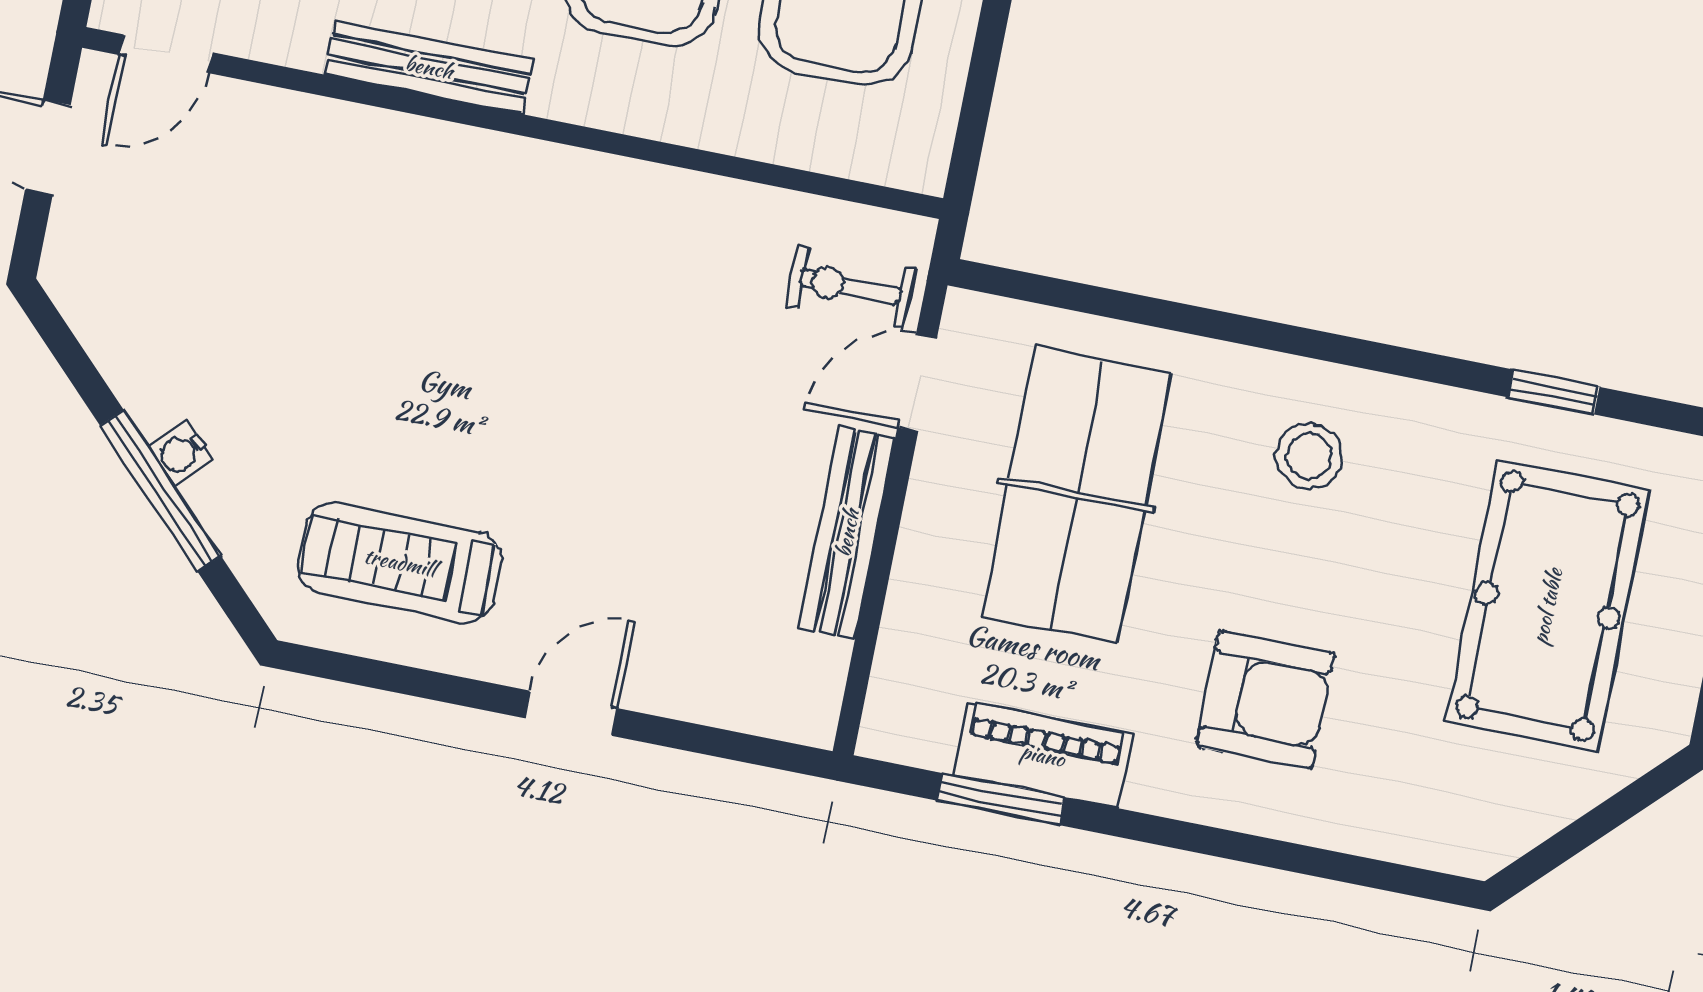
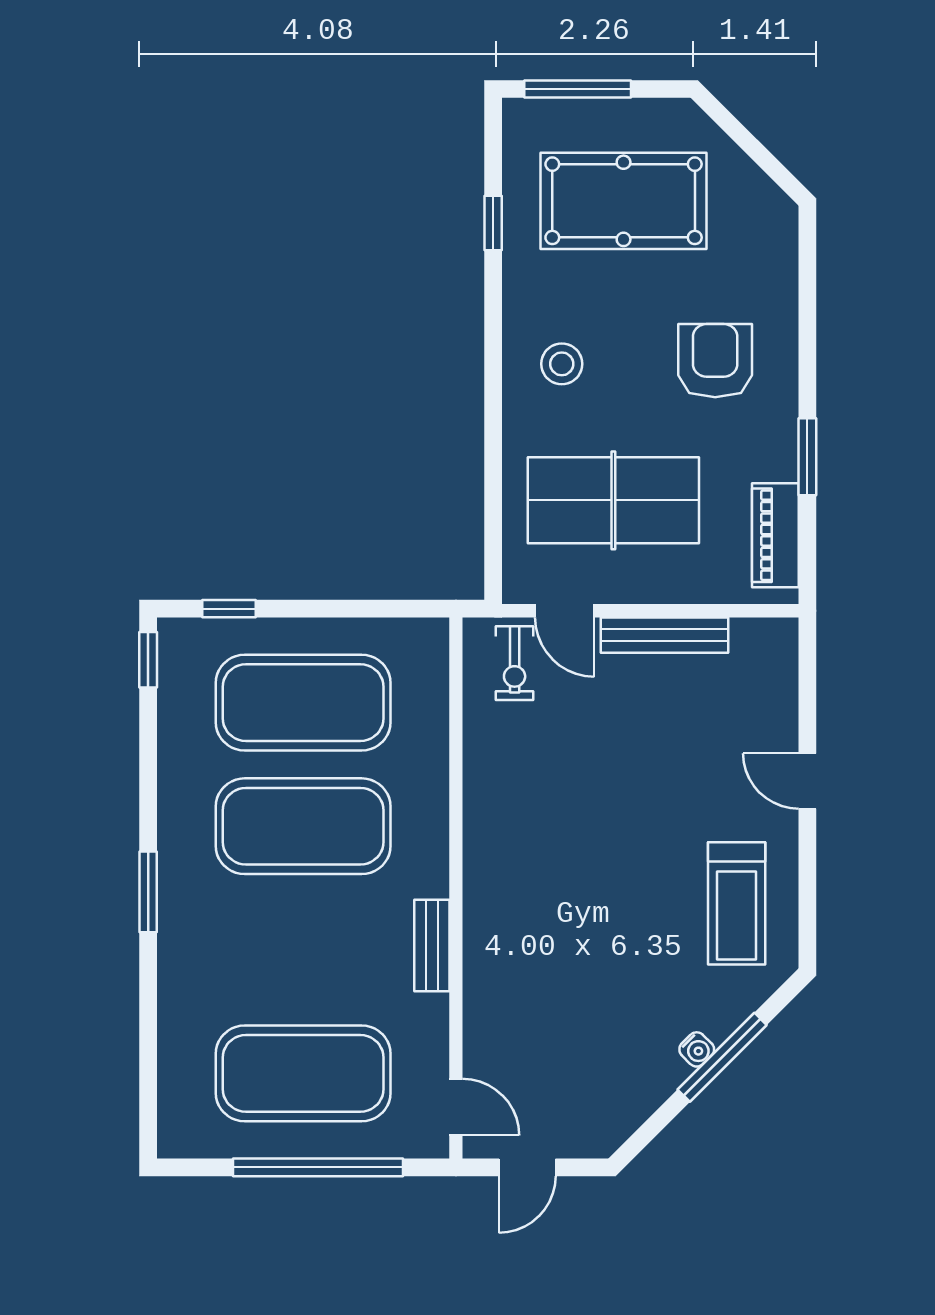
bench: (429, 67) -> (432, 945), width x0.73
piano: (1043, 755) -> (775, 535), moved
window: (1001, 799) -> (807, 457), moved

